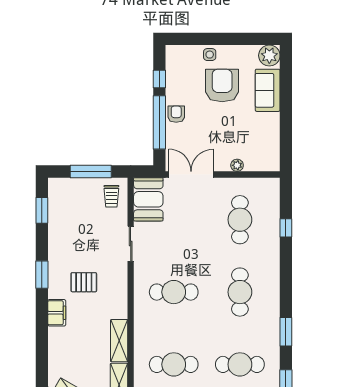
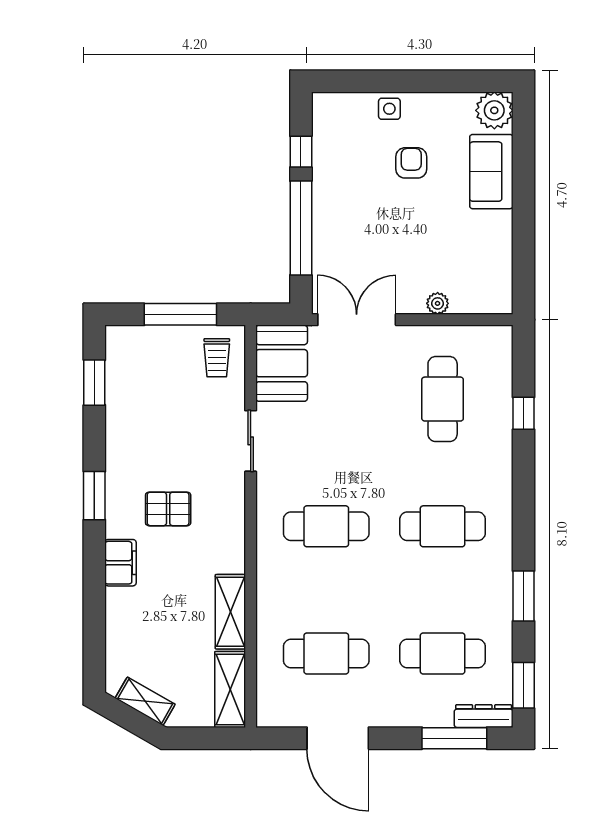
armchair: (222, 85) -> (411, 163), width x0.53, depth x0.53
armchair: (176, 114) -> (331, 214), removed
cafe table: (240, 292) -> (443, 526), turned 90

